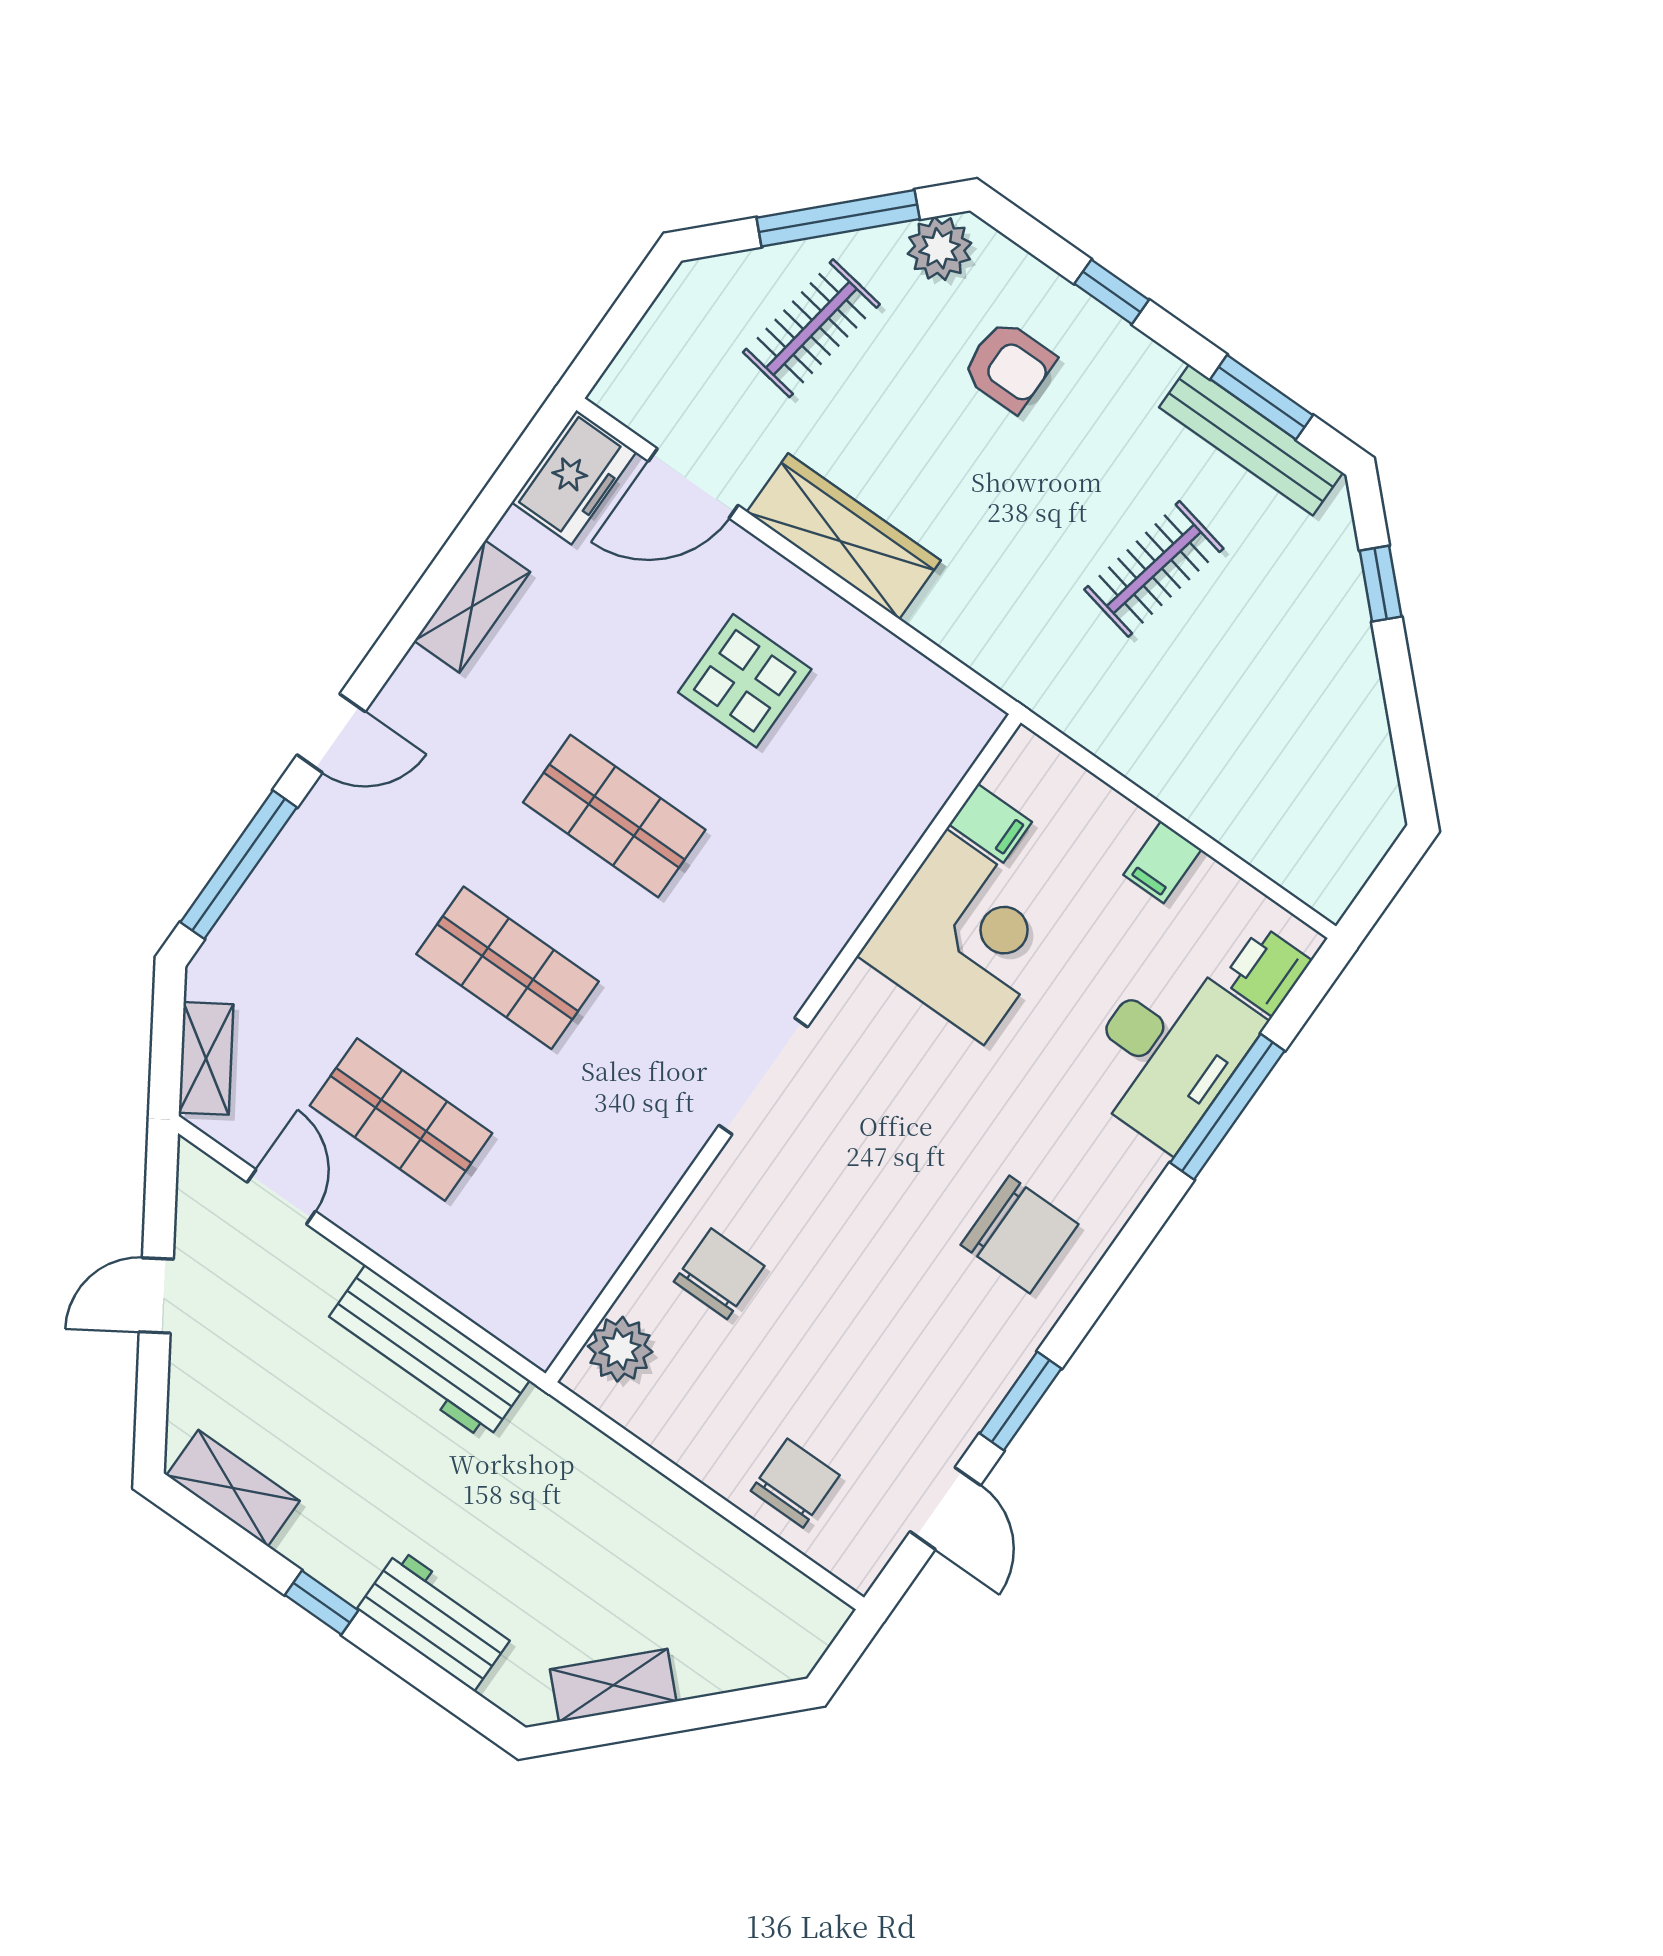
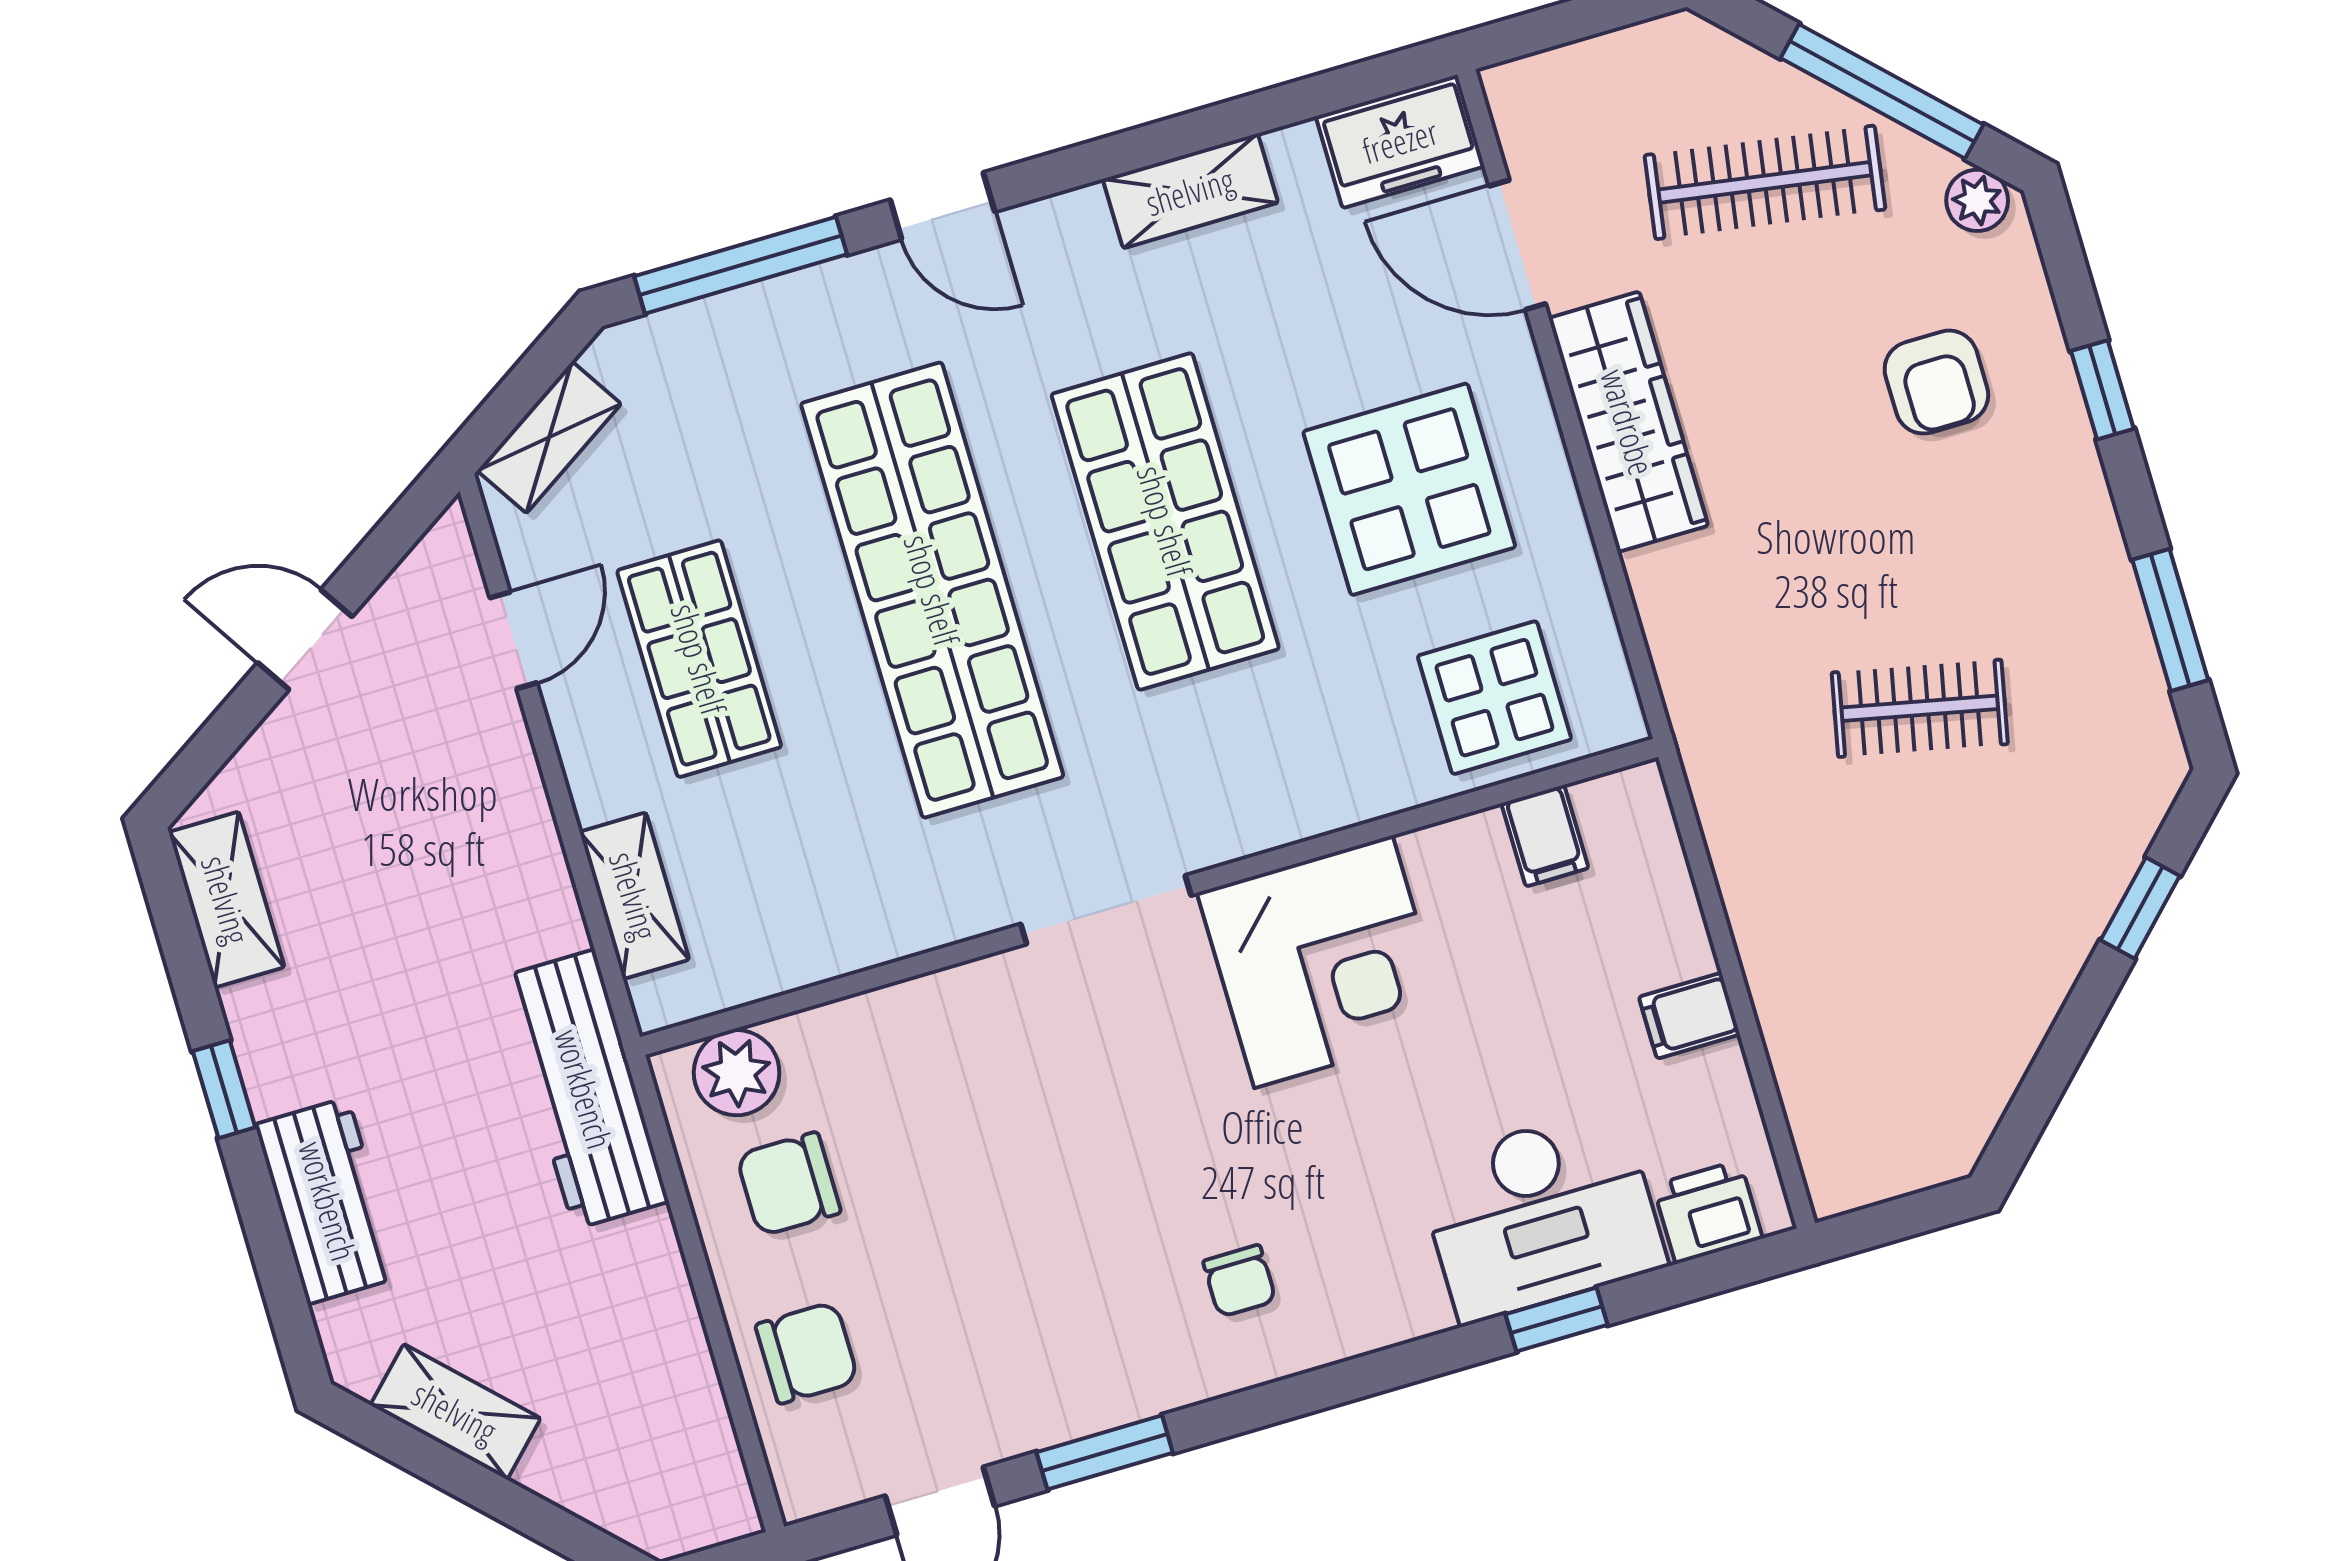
plant: (940, 248) -> (1977, 200), width x0.73, depth x0.73
clothes rail: (811, 328) -> (1765, 182), width x1.36
bench: (1251, 440) -> (2124, 655), removed
display table: (745, 681) -> (1409, 489), width x1.36, depth x1.36
display table: (895, 765) -> (1494, 698), added
shop shelf: (614, 816) -> (1165, 521), width x1.43, depth x1.36
corner desk: (965, 937) -> (1323, 962), moved
shop shelf: (508, 968) -> (932, 590), width x2.00, depth x1.36
window: (1227, 1107) -> (1557, 1319), width x0.46
chair: (1020, 1234) -> (1239, 1281), width x0.54, depth x0.54
chair: (719, 1274) -> (788, 1184), moved, turned 180
shelving: (475, 1292) -> (634, 896), added
workbench: (426, 1353) -> (584, 1089), moved

